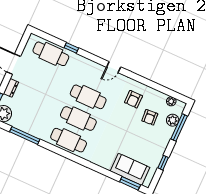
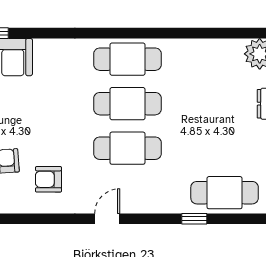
armchair: (133, 99) -> (48, 179), turned -90
window: (25, 136) -> (206, 33), removed

